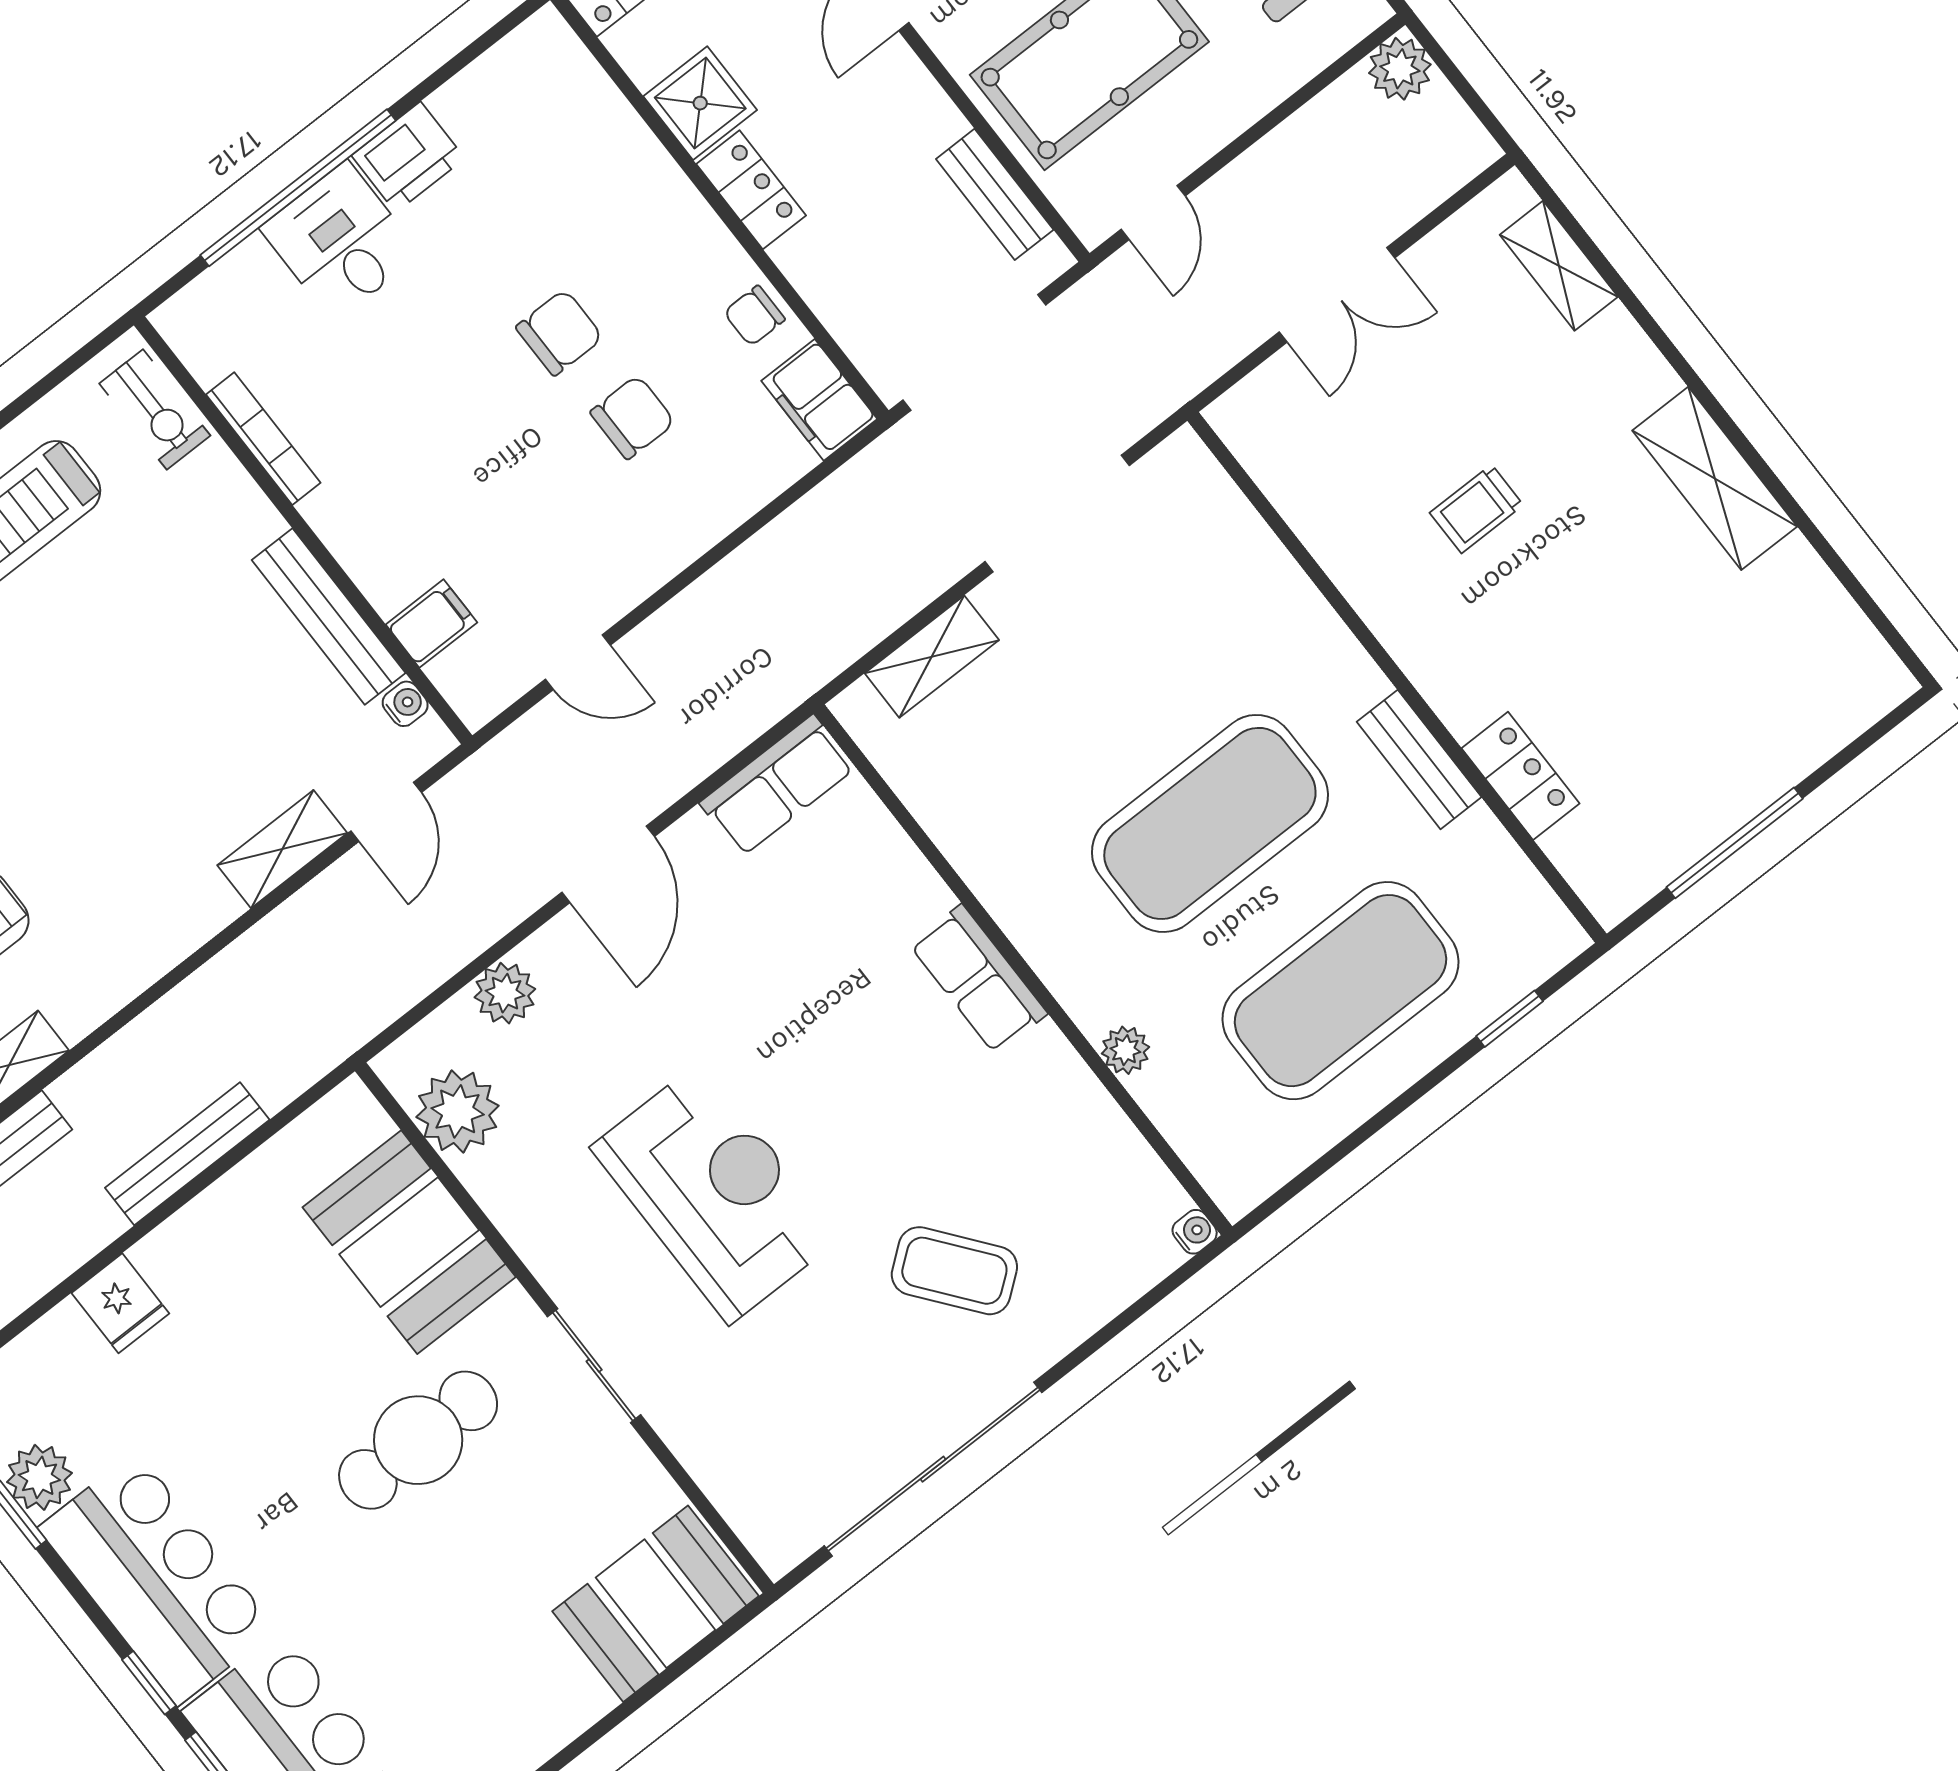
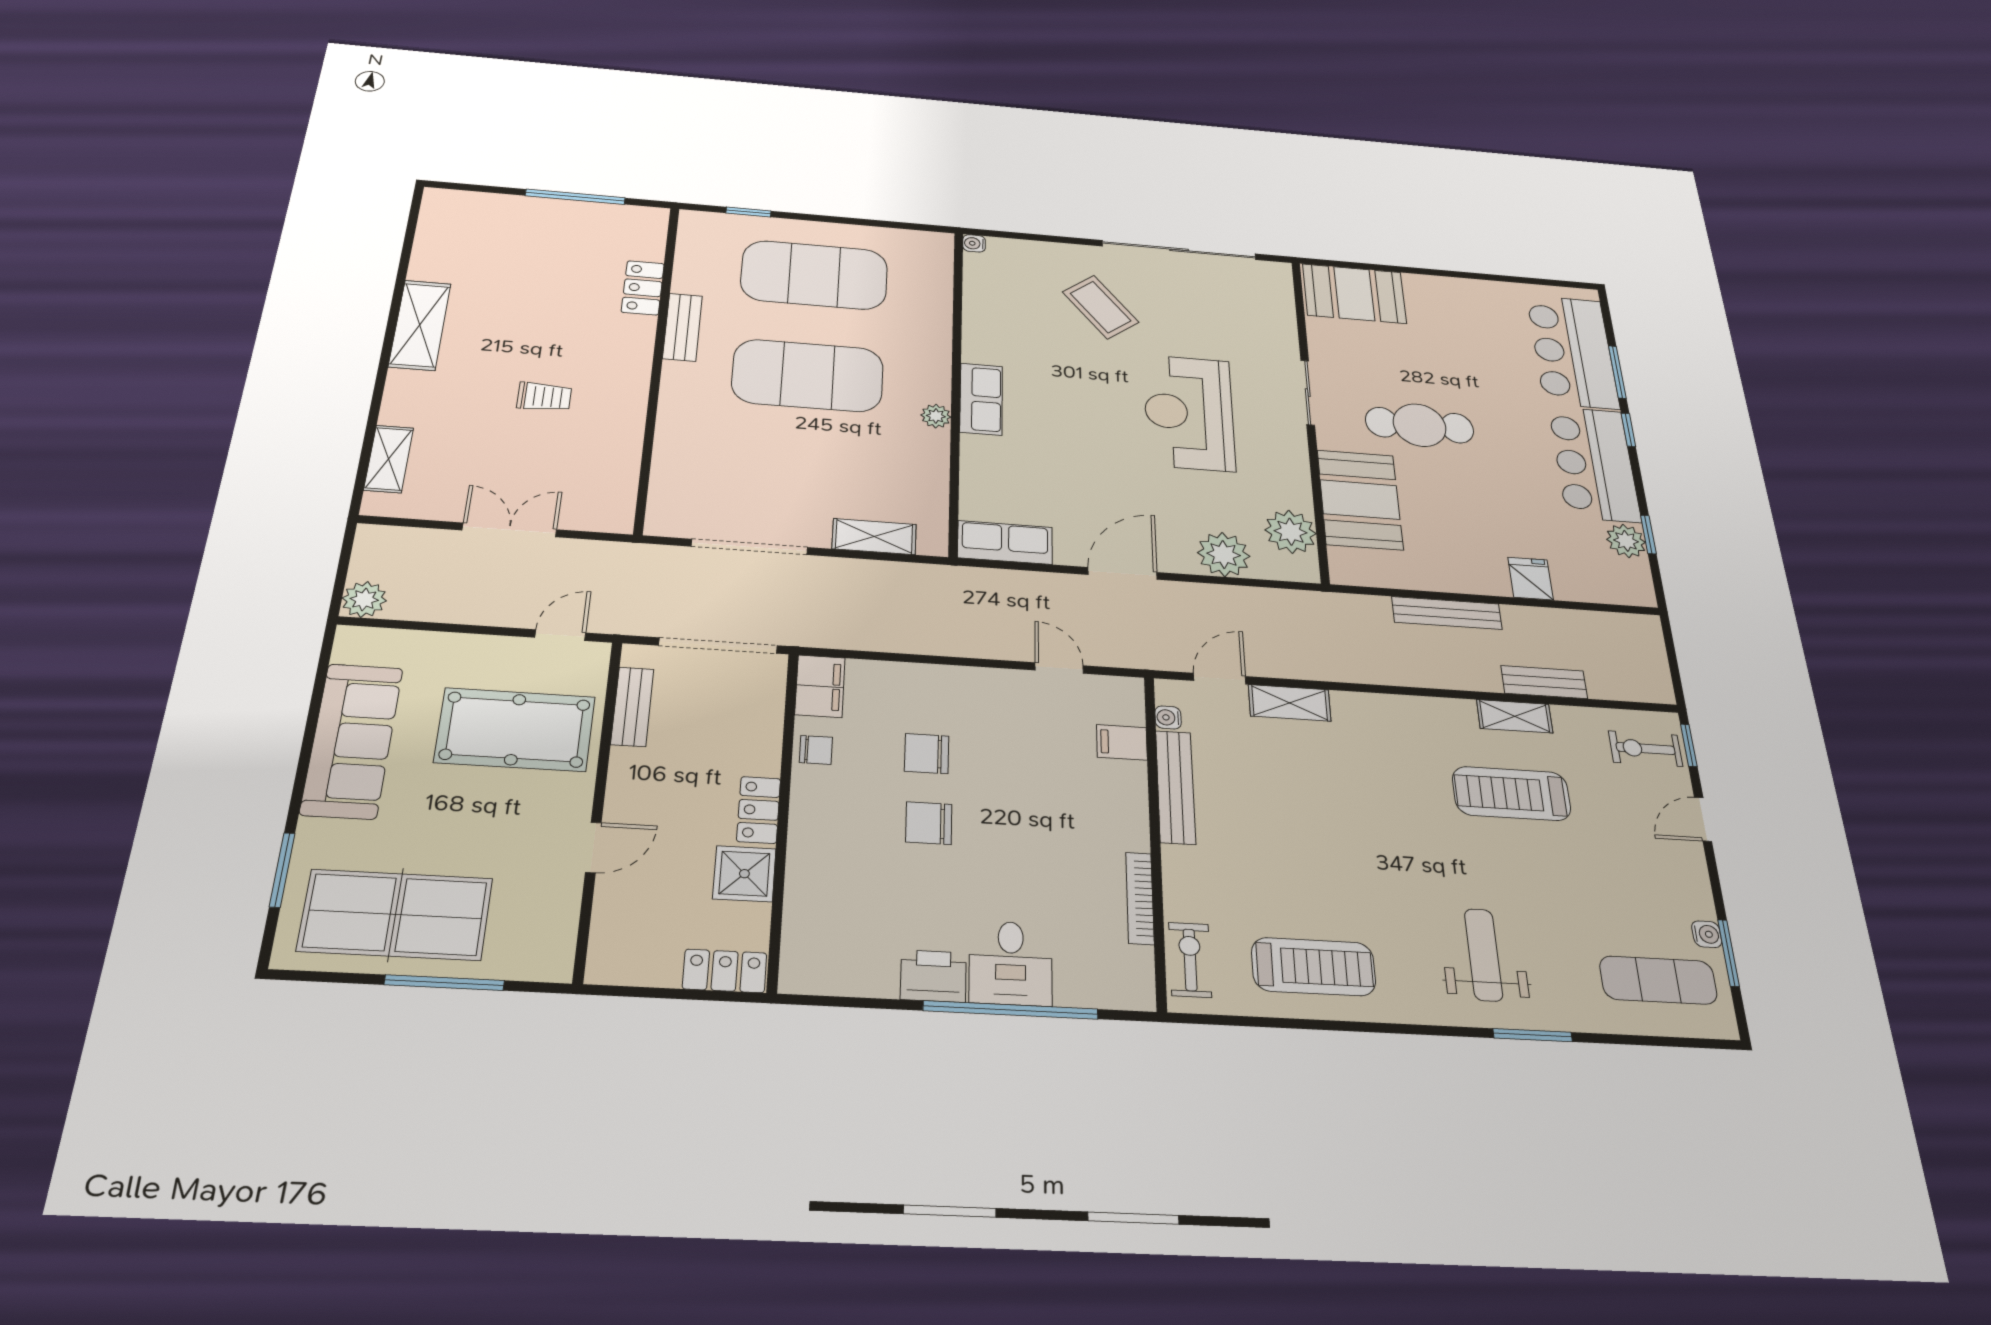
plant: (505, 993) -> (1224, 554), width x1.36, depth x1.36
plant: (1125, 1050) -> (936, 416), moved

